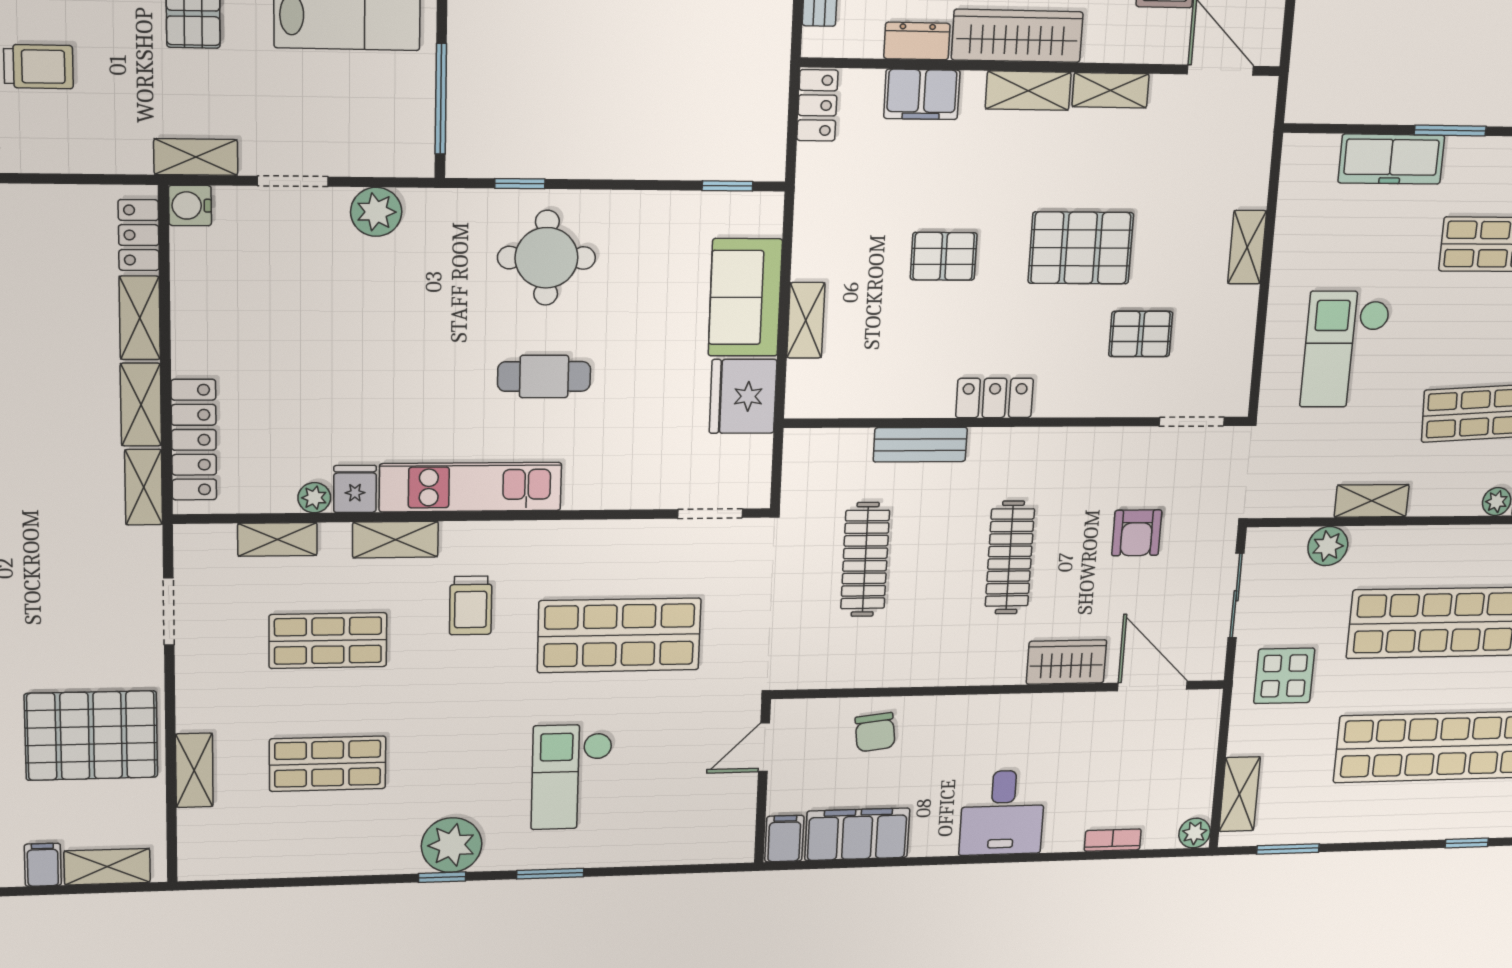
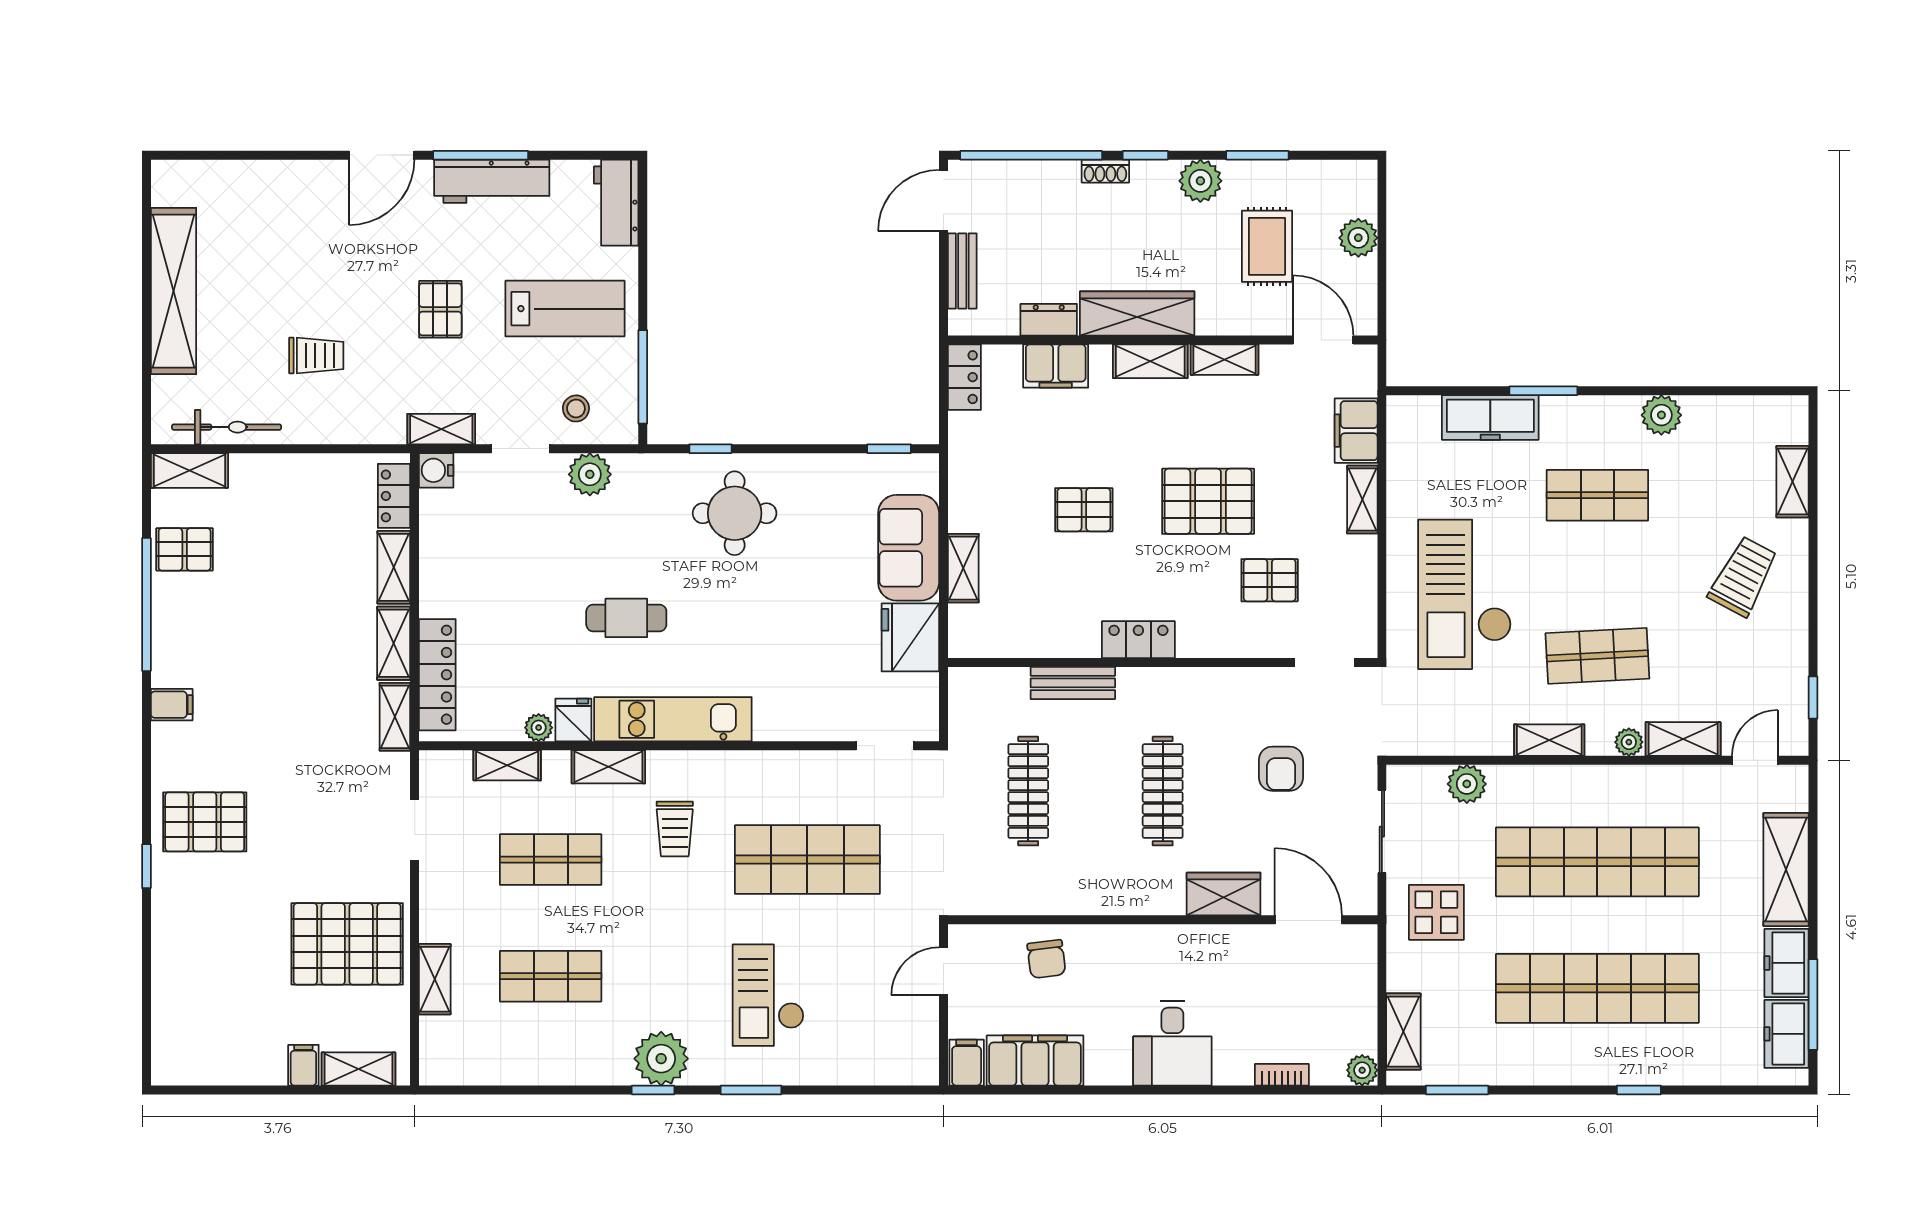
stool: (360, 135) -> (576, 408), added
filing cabinet: (1247, 172) -> (1356, 431), added
checkout: (1345, 349) -> (1465, 594), width x1.36, depth x1.21
cafe table: (544, 376) -> (626, 618), moved
shelving: (1372, 501) -> (1549, 740), moved

